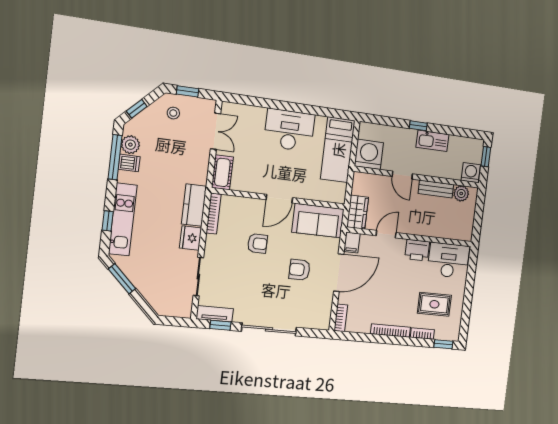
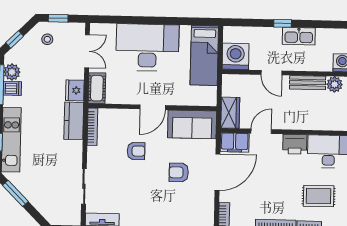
desk: (289, 130) -> (147, 47), width x1.36, depth x1.30
fridge: (191, 238) -> (75, 90), moved
filing cabinet: (352, 243) -> (235, 142), width x2.00

